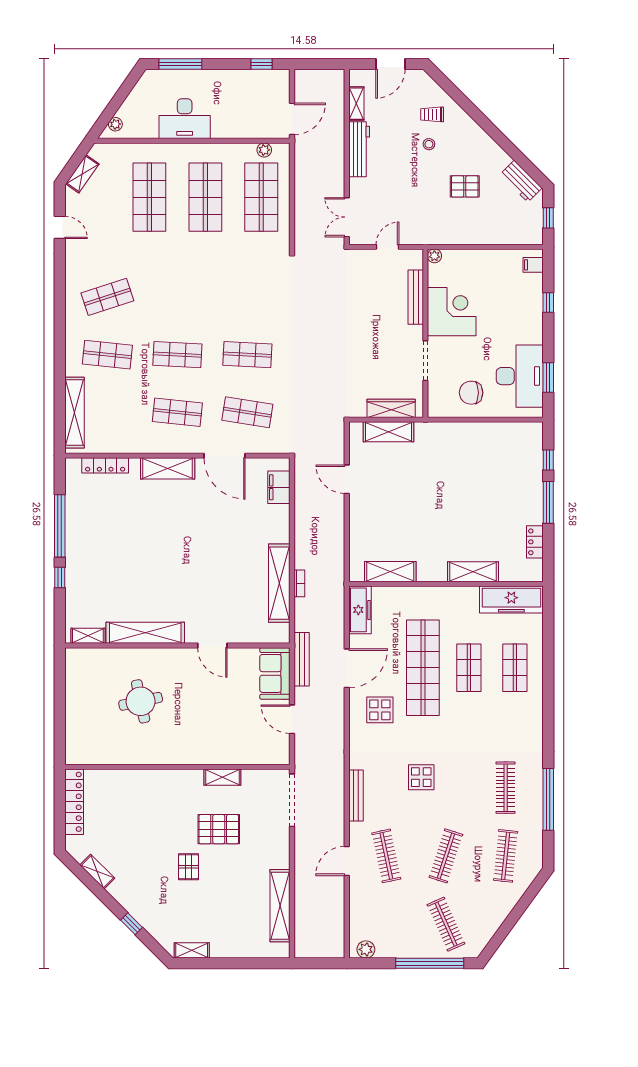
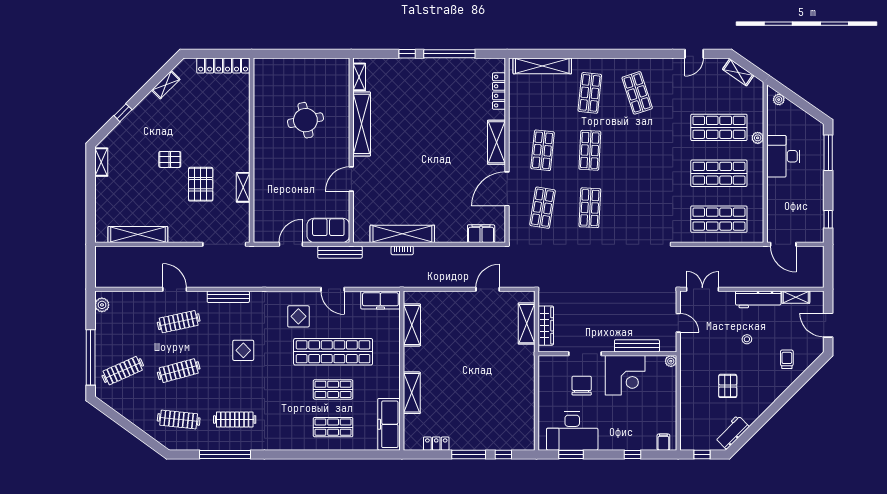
stool: (429, 144) -> (747, 339), moved
plant: (264, 150) -> (758, 138), moved
chair: (471, 393) -> (582, 386), moved
door: (347, 668) -> (333, 289), width x0.73
clothes rail: (446, 856) -> (179, 371), turned -33

